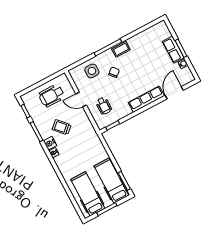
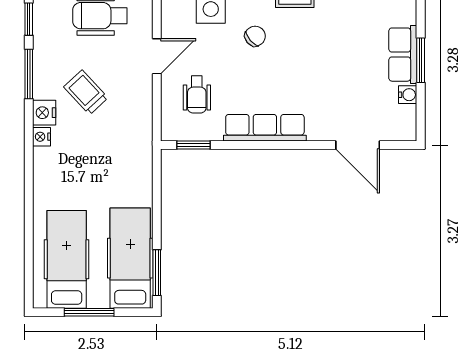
door: (174, 93) -> (358, 145), swing flipped
door: (81, 99) -> (157, 56), swing flipped
row of seats: (146, 99) -> (265, 128), moved

